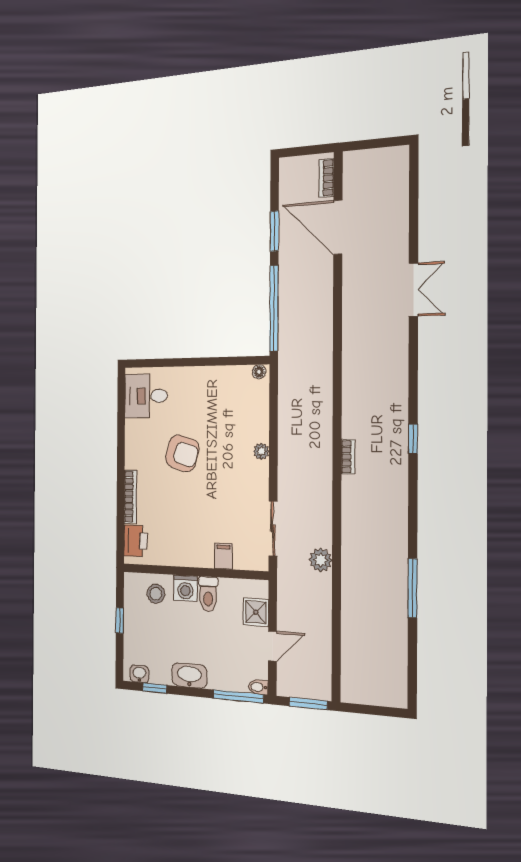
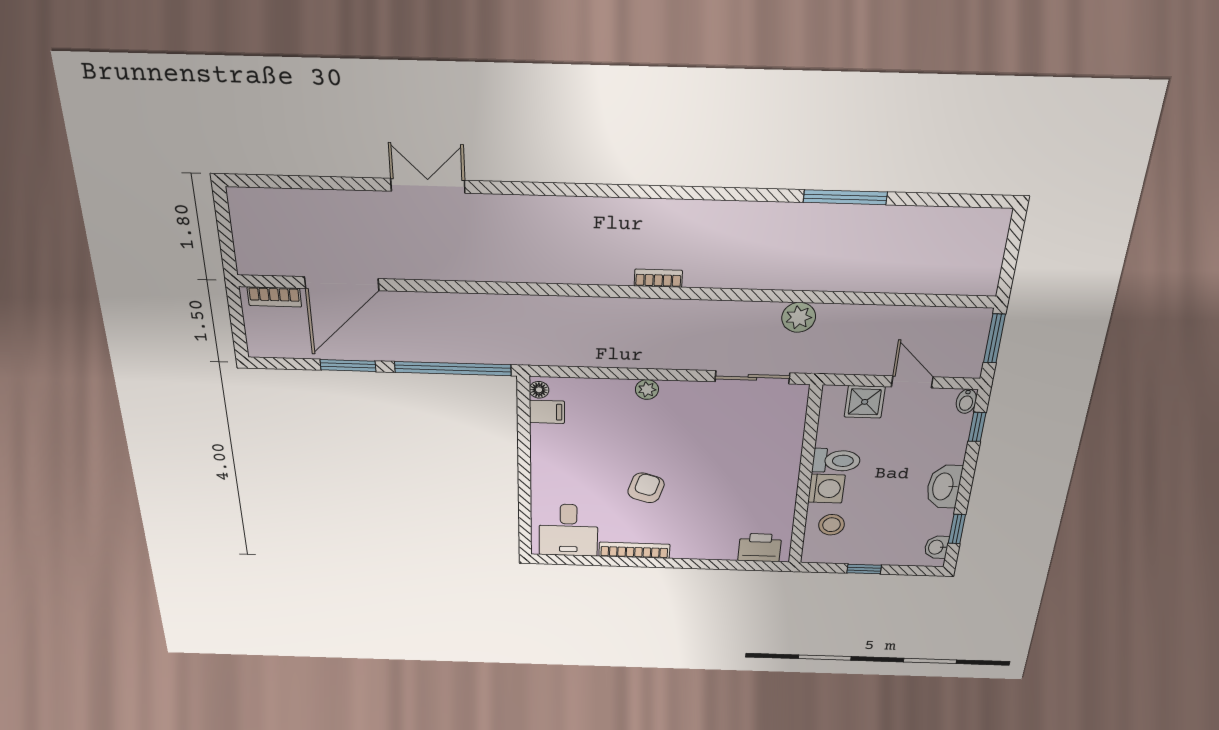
window: (413, 439) -> (637, 192), removed
armchair: (182, 453) -> (646, 488), width x0.72, depth x0.72
bookcase: (130, 497) -> (634, 550), moved
filing cabinet: (223, 556) -> (547, 412), moved, turned 180
window: (238, 696) -> (977, 427), width x0.46

